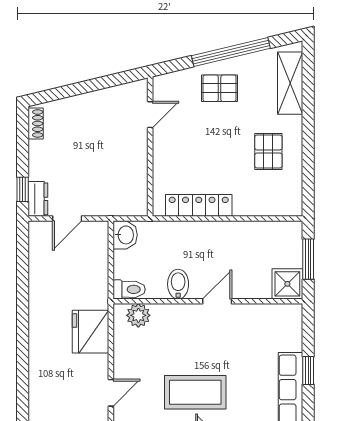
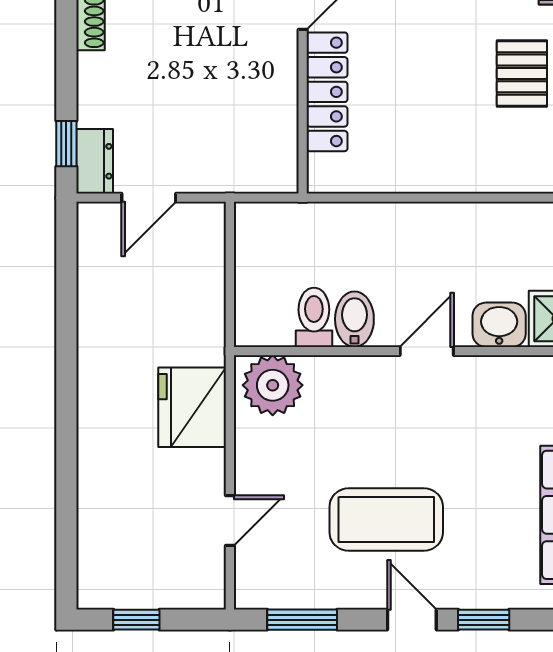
locker: (199, 205) -> (327, 92), moved, turned 90
washbasin: (125, 235) -> (499, 325), moved, turned -90
toilet: (129, 289) -> (314, 317), moved, turned -90
plant: (138, 315) -> (273, 385), width x1.36, depth x1.36

